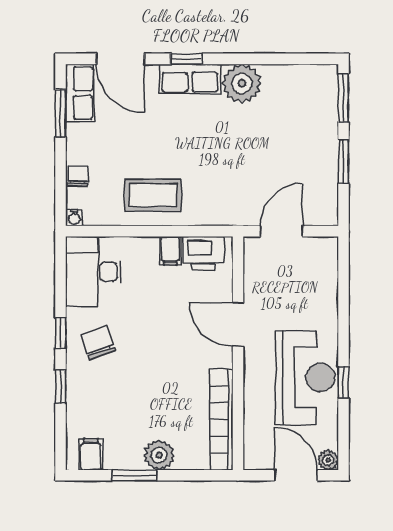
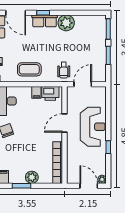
wheelchair: (236, 197) -> (64, 70), added
door: (238, 324) -> (65, 123), hinge flipped
reception desk: (305, 377) -> (93, 127), moved

